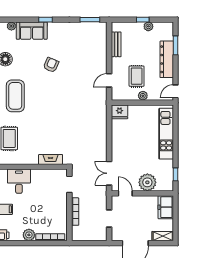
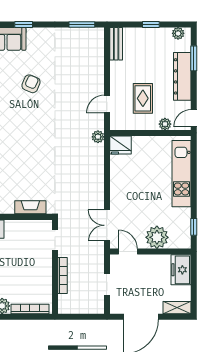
plant: (148, 26) -> (178, 33), moved
bench: (116, 44) -> (116, 44), moved
plant: (143, 96) -> (165, 124), moved
plant: (102, 105) -> (98, 137), added

